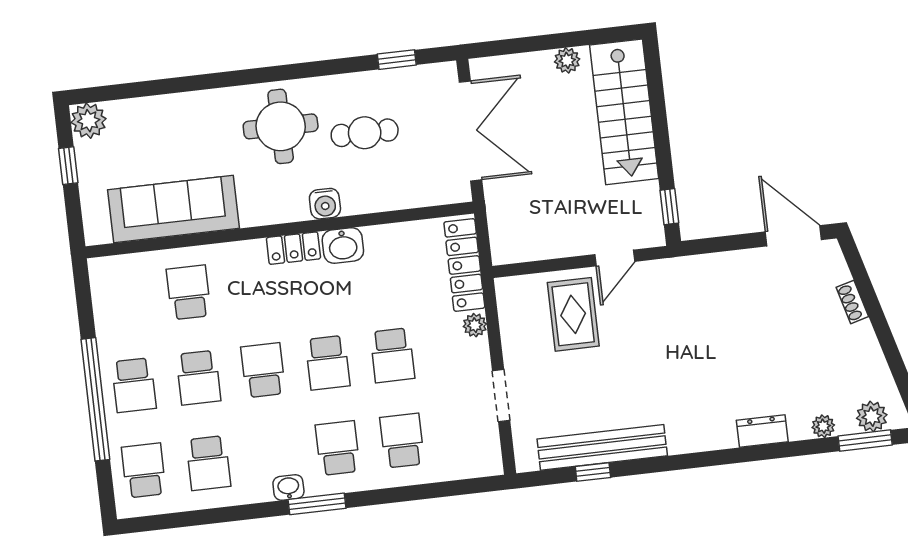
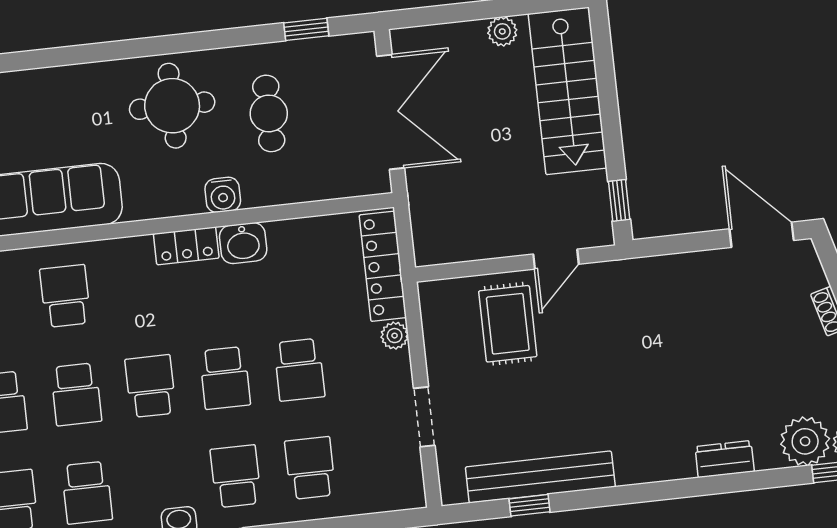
cafe table: (365, 133) -> (269, 113), turned 90
plant: (823, 426) -> (805, 441), width x1.87, depth x1.87

